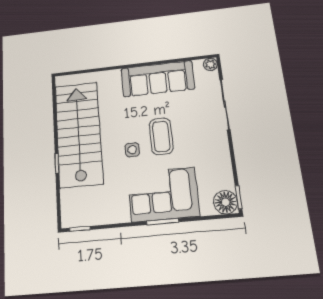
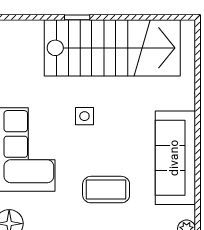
coffee table: (161, 136) -> (106, 190), moved

